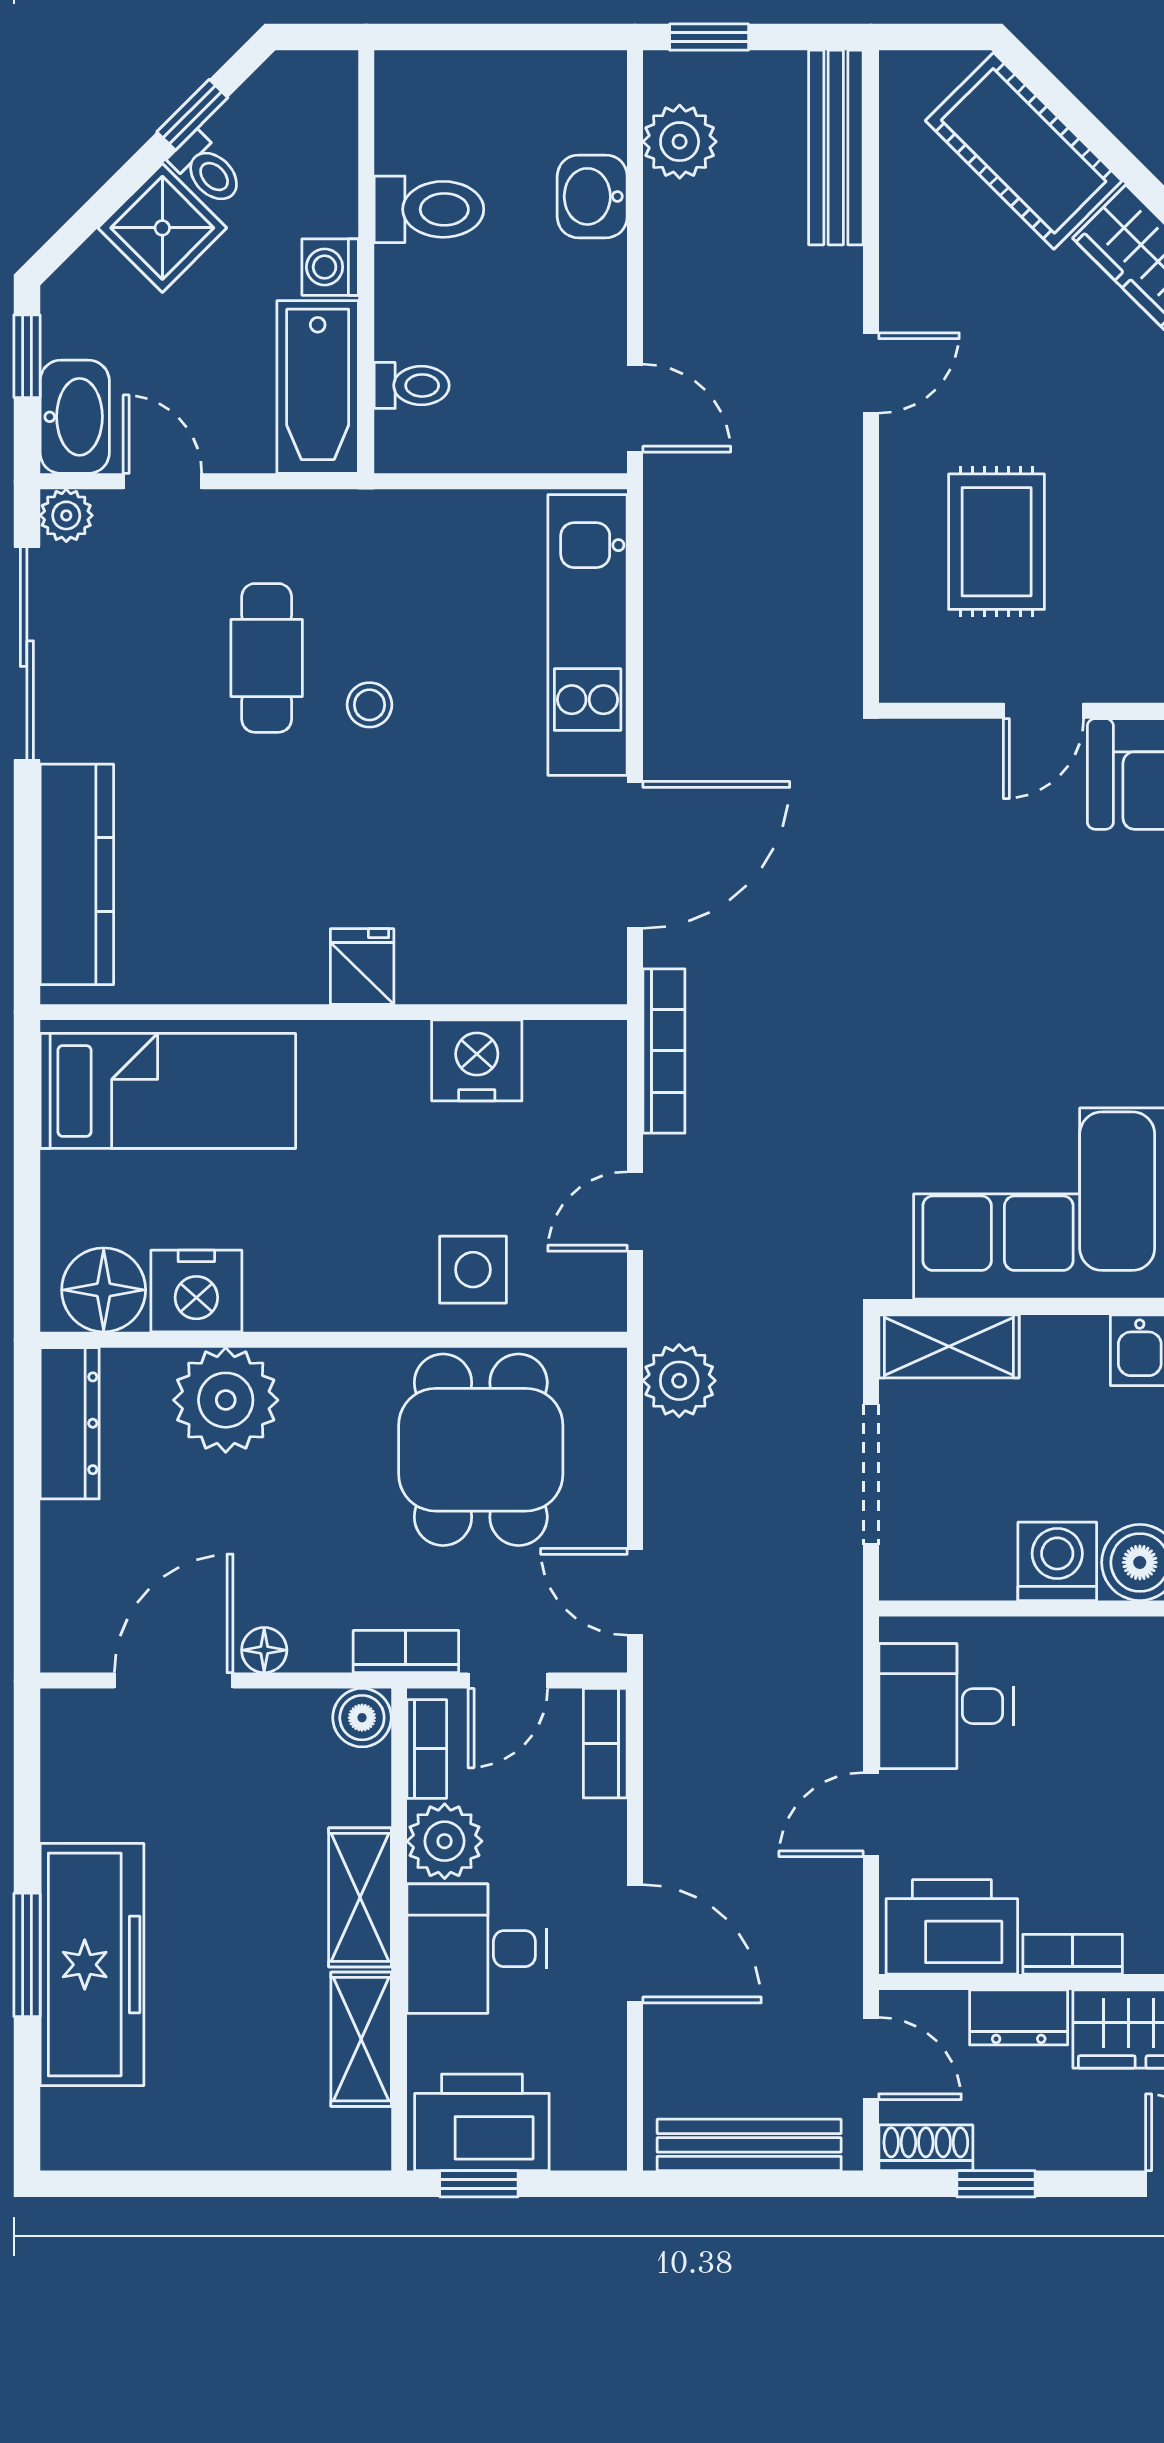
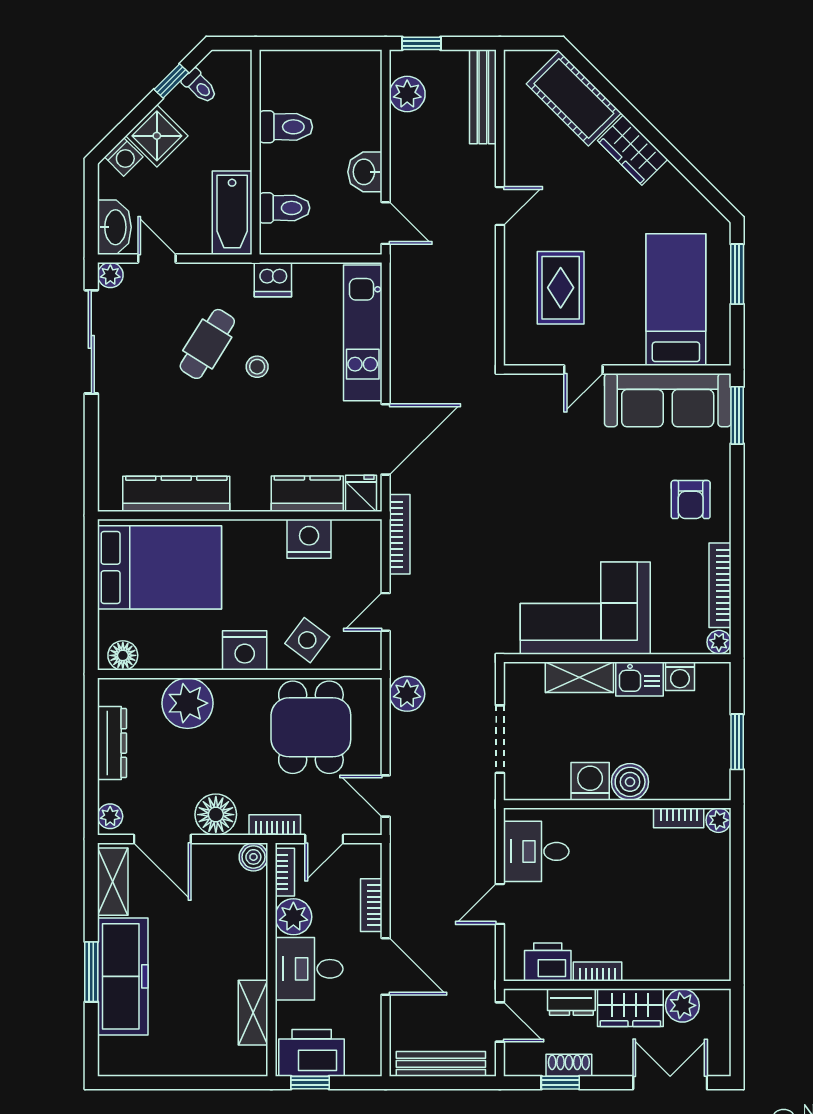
toilet: (207, 169) -> (200, 86), moved
washbasin: (592, 196) -> (365, 172), moved
washing machine: (330, 267) -> (124, 157), moved, turned -135
window: (27, 356) -> (91, 198), removed
toilet: (412, 385) -> (285, 208), width x1.37, depth x1.39
dishwasher: (402, 525) -> (273, 280), added
cafe table: (267, 658) -> (207, 344), turned 32
kitchen counter: (77, 874) -> (176, 494), moved, turned -90
fridge: (362, 966) -> (361, 493), moved
kitchen counter: (473, 967) -> (307, 494), added
bed: (168, 1091) -> (159, 567), width x1.50
side table: (473, 1270) -> (307, 640), turned 37
floor lamp: (104, 1290) -> (123, 655), width x0.73, depth x0.73
nightstand: (196, 1291) -> (245, 650), moved
shelving: (949, 1346) -> (579, 677), moved
dresser: (70, 1423) -> (112, 743), moved
plant: (66, 1634) -> (110, 816), added
floor lamp: (264, 1650) -> (216, 815), width x1.89, depth x1.89
door: (174, 1681) -> (162, 839), swing flipped
bookcase: (605, 1743) -> (371, 905), moved
shelving: (360, 1897) -> (113, 882), moved
printer: (952, 1927) -> (548, 962), width x0.73, depth x0.84
shoe rack: (926, 2148) -> (569, 1065), moved

